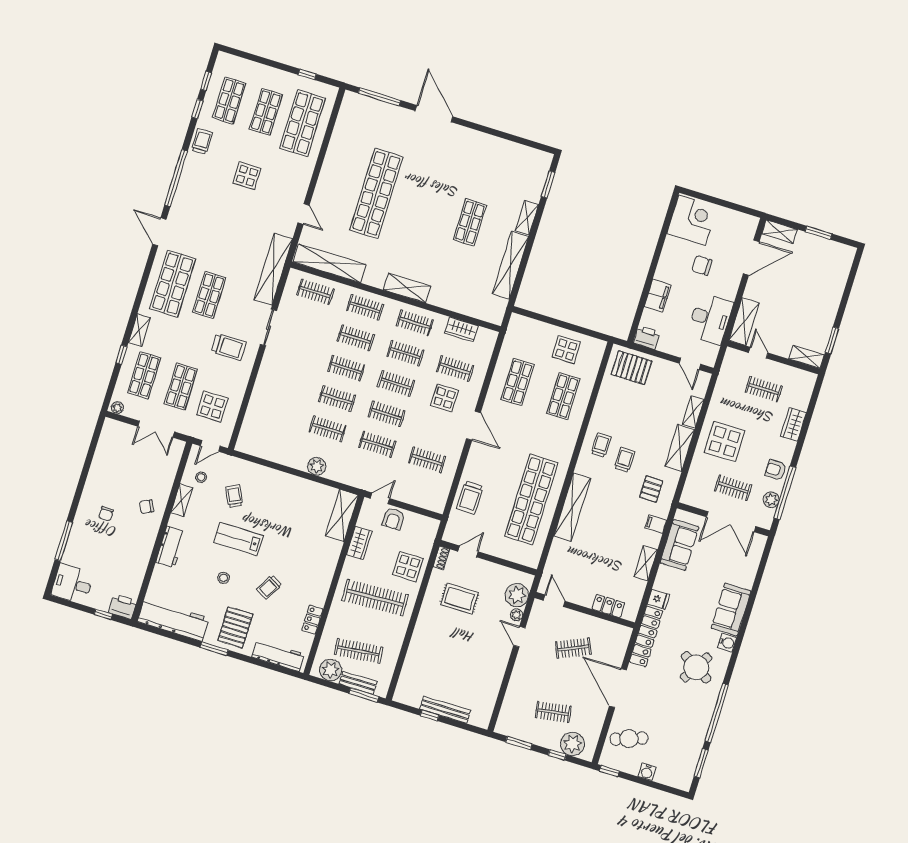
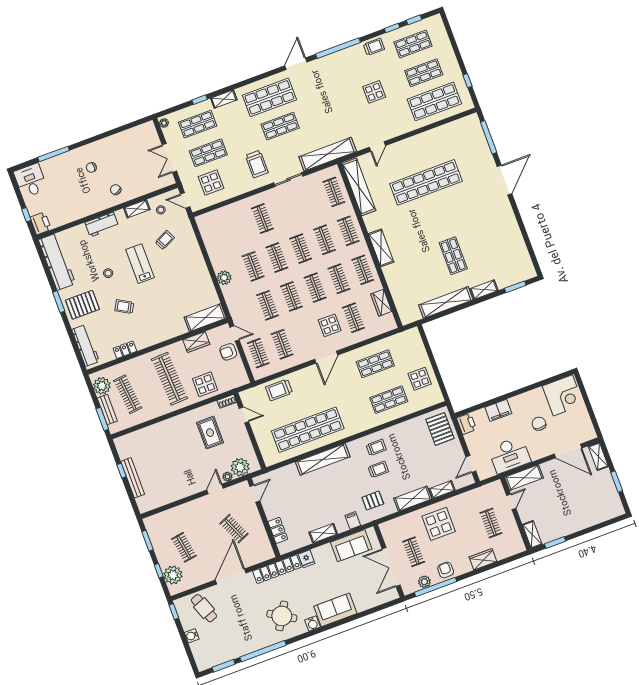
shop shelf: (470, 222) -> (453, 256), turned 90
clothes rail: (287, 383) -> (262, 218), added
clothes rail: (418, 490) -> (258, 353), added

